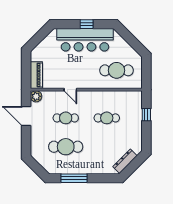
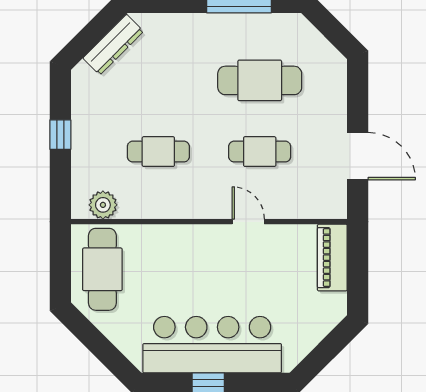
cafe table: (117, 70) -> (102, 269), moved, turned 90
plant: (36, 96) -> (103, 205), moved
window: (146, 115) -> (60, 135), moved

